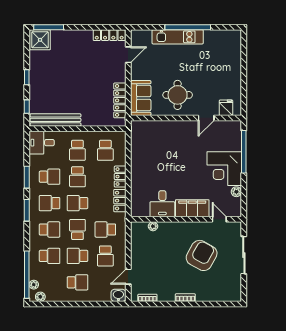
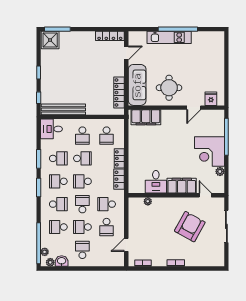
sofa: (141, 98) -> (137, 85), width x1.36
filing cabinet: (151, 129) -> (146, 117), added
school desk: (77, 177) -> (82, 158), turned -90
school desk: (50, 256) -> (58, 227), turned 180
school desk: (77, 282) -> (82, 250), turned -90
washbasin: (118, 295) -> (62, 261), moved

